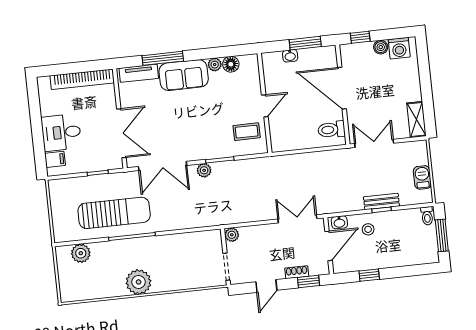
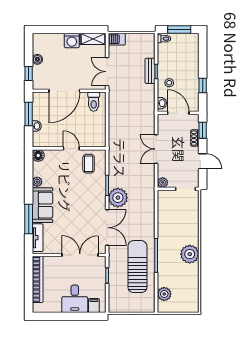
washing machine: (399, 48) -> (72, 40), moved, turned 90
floor lamp: (231, 64) -> (38, 155), moved
plant: (204, 170) -> (118, 198), width x1.88, depth x1.88
barbecue: (422, 177) -> (117, 39), moved
double door: (297, 219) -> (156, 149), moved

